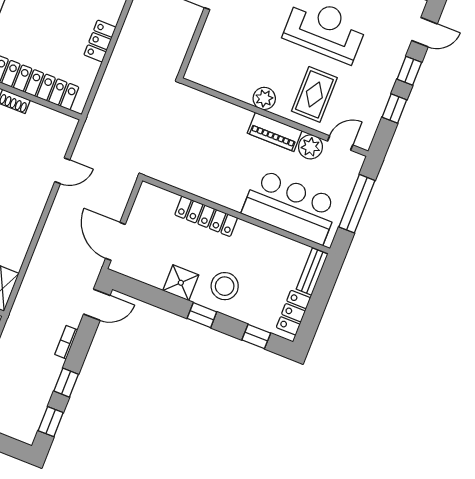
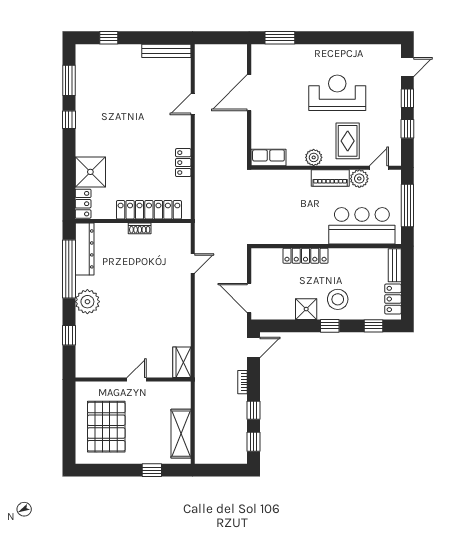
row of seats: (208, 76) -> (268, 157), added

